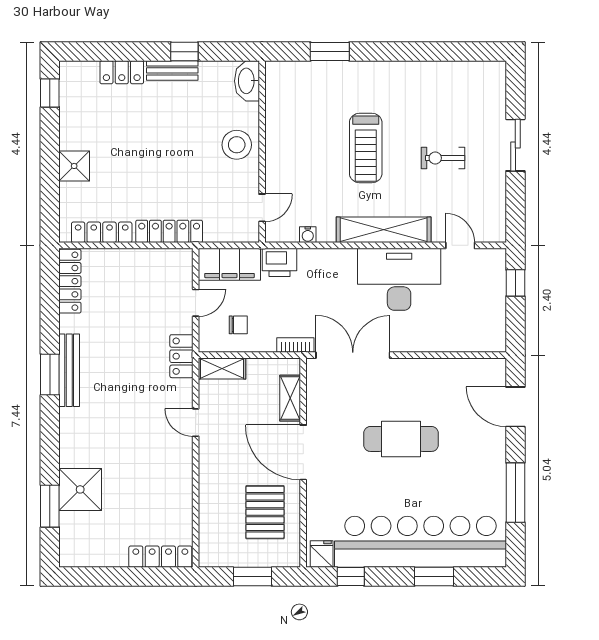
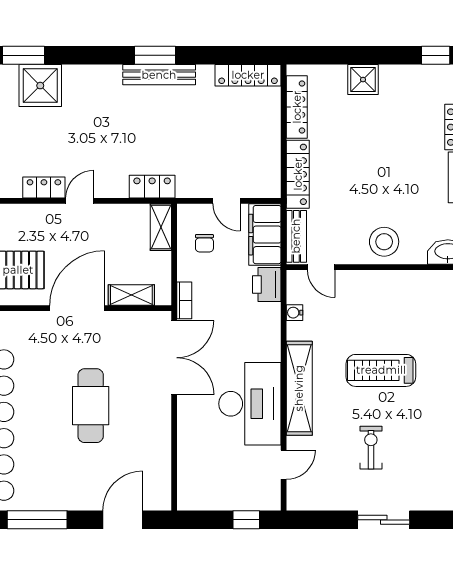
bench: (231, 233) -> (296, 236), added
locker: (181, 356) -> (152, 187), moved
door: (196, 423) -> (80, 201), moved
locker: (182, 486) -> (44, 188), added

